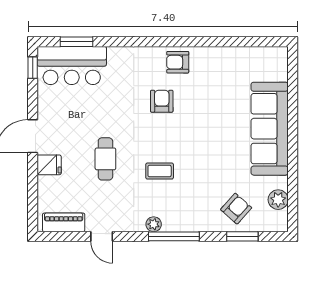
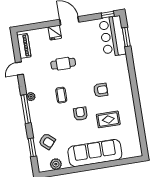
armchair: (178, 62) -> (80, 114), moved
rug: (215, 96) -> (108, 119), added

